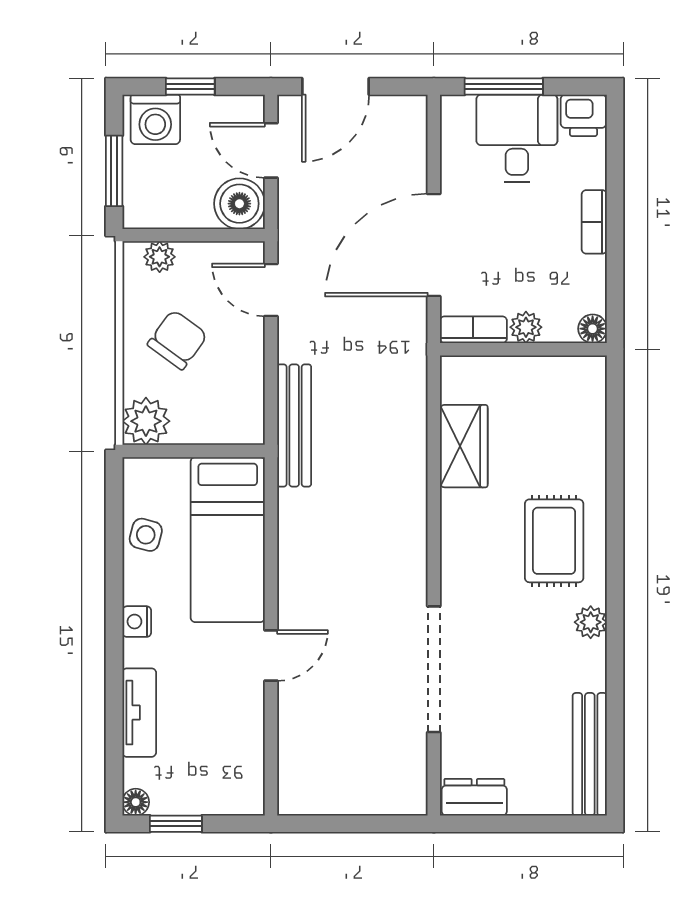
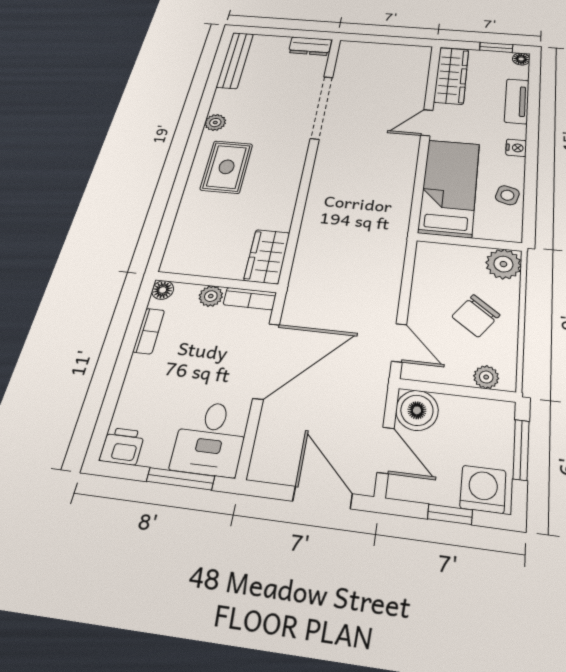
door: (336, 86) -> (323, 498), hinge flipped
desk: (517, 138) -> (210, 438), moved
bookcase: (594, 222) -> (149, 331), moved
bench: (294, 425) -> (393, 251), removed
wardrobe: (464, 446) -> (267, 256), moved
wardrobe: (242, 756) -> (451, 75), added

